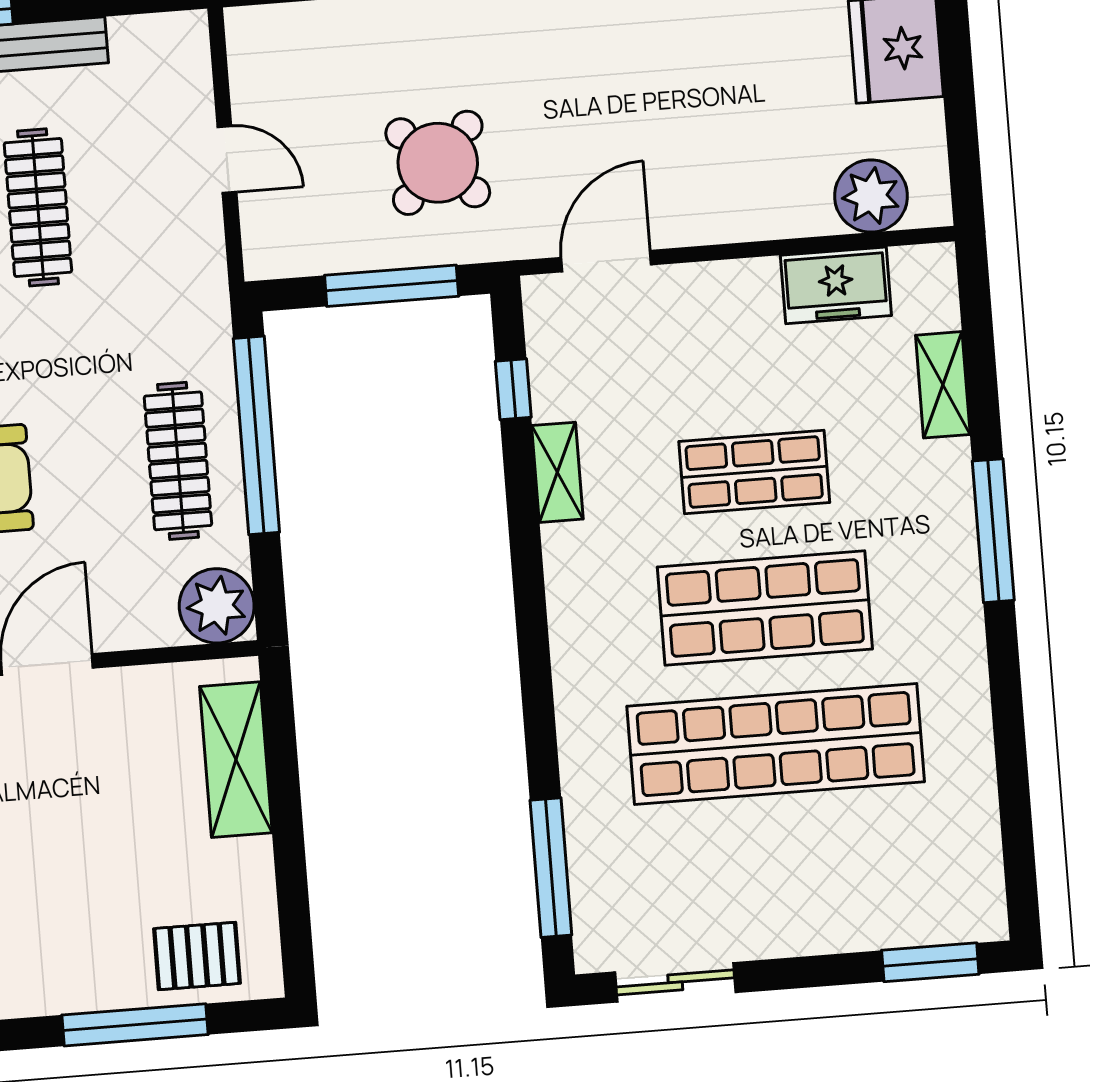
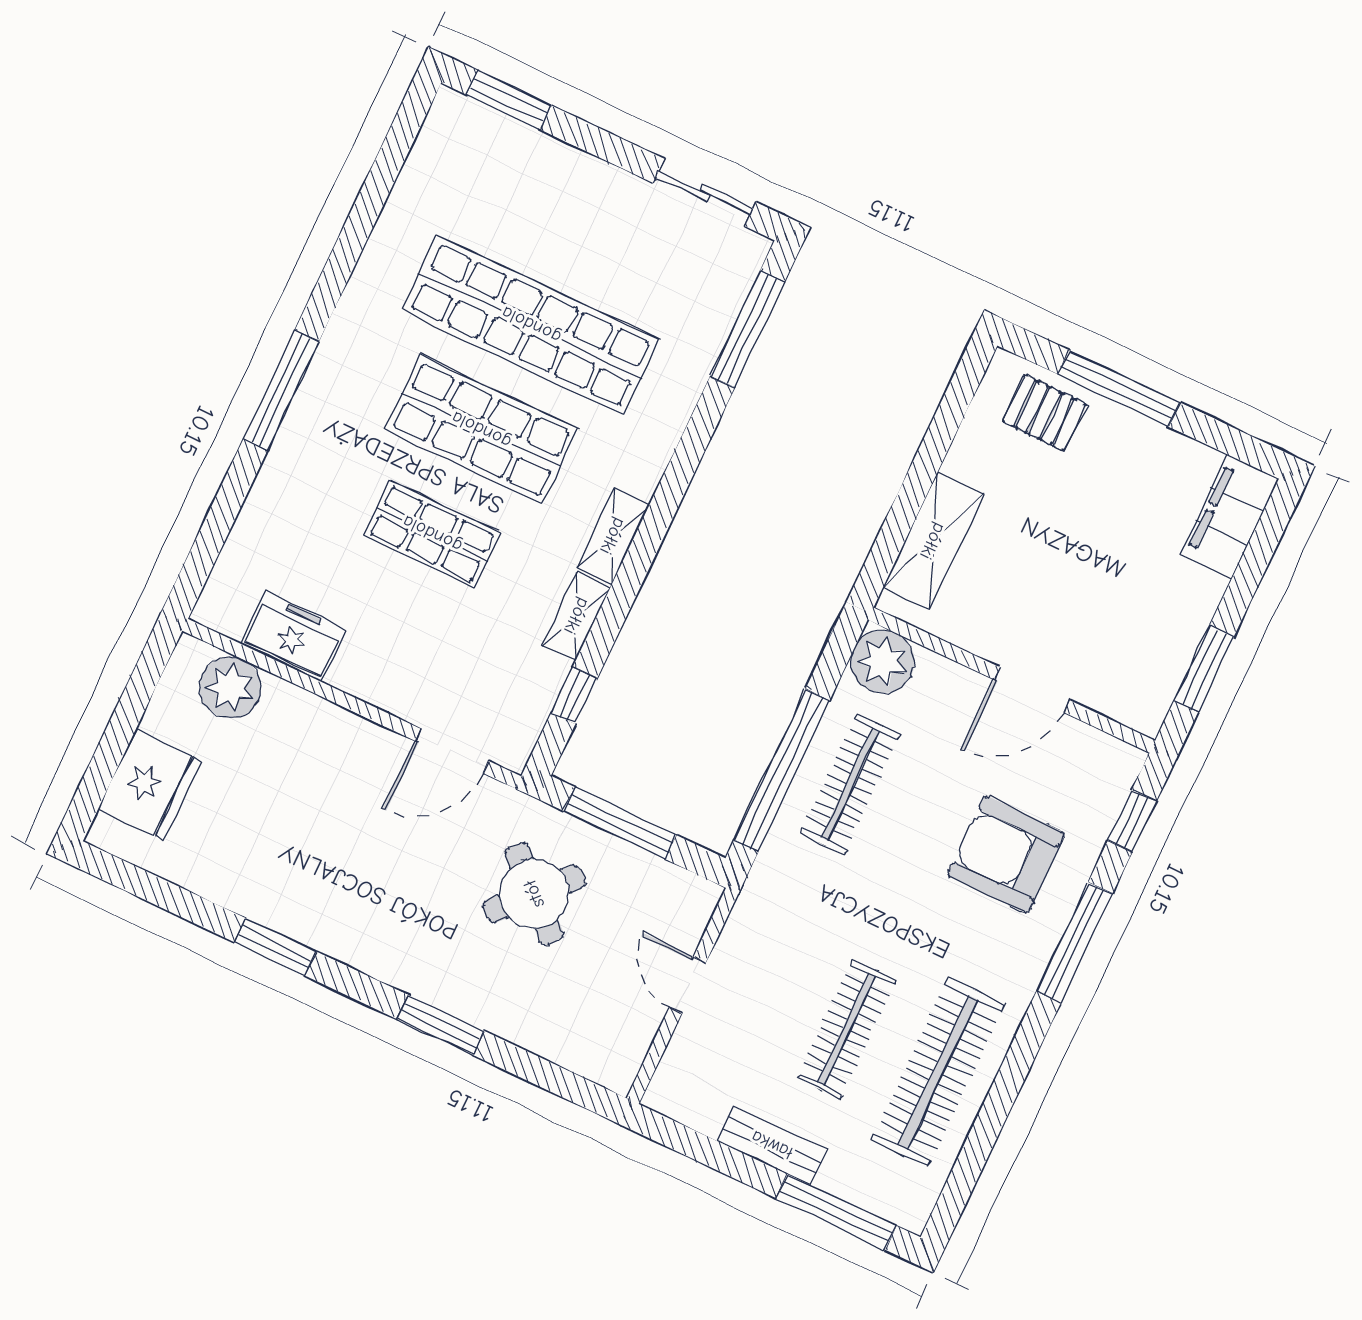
shelving: (943, 385) -> (613, 536), moved

